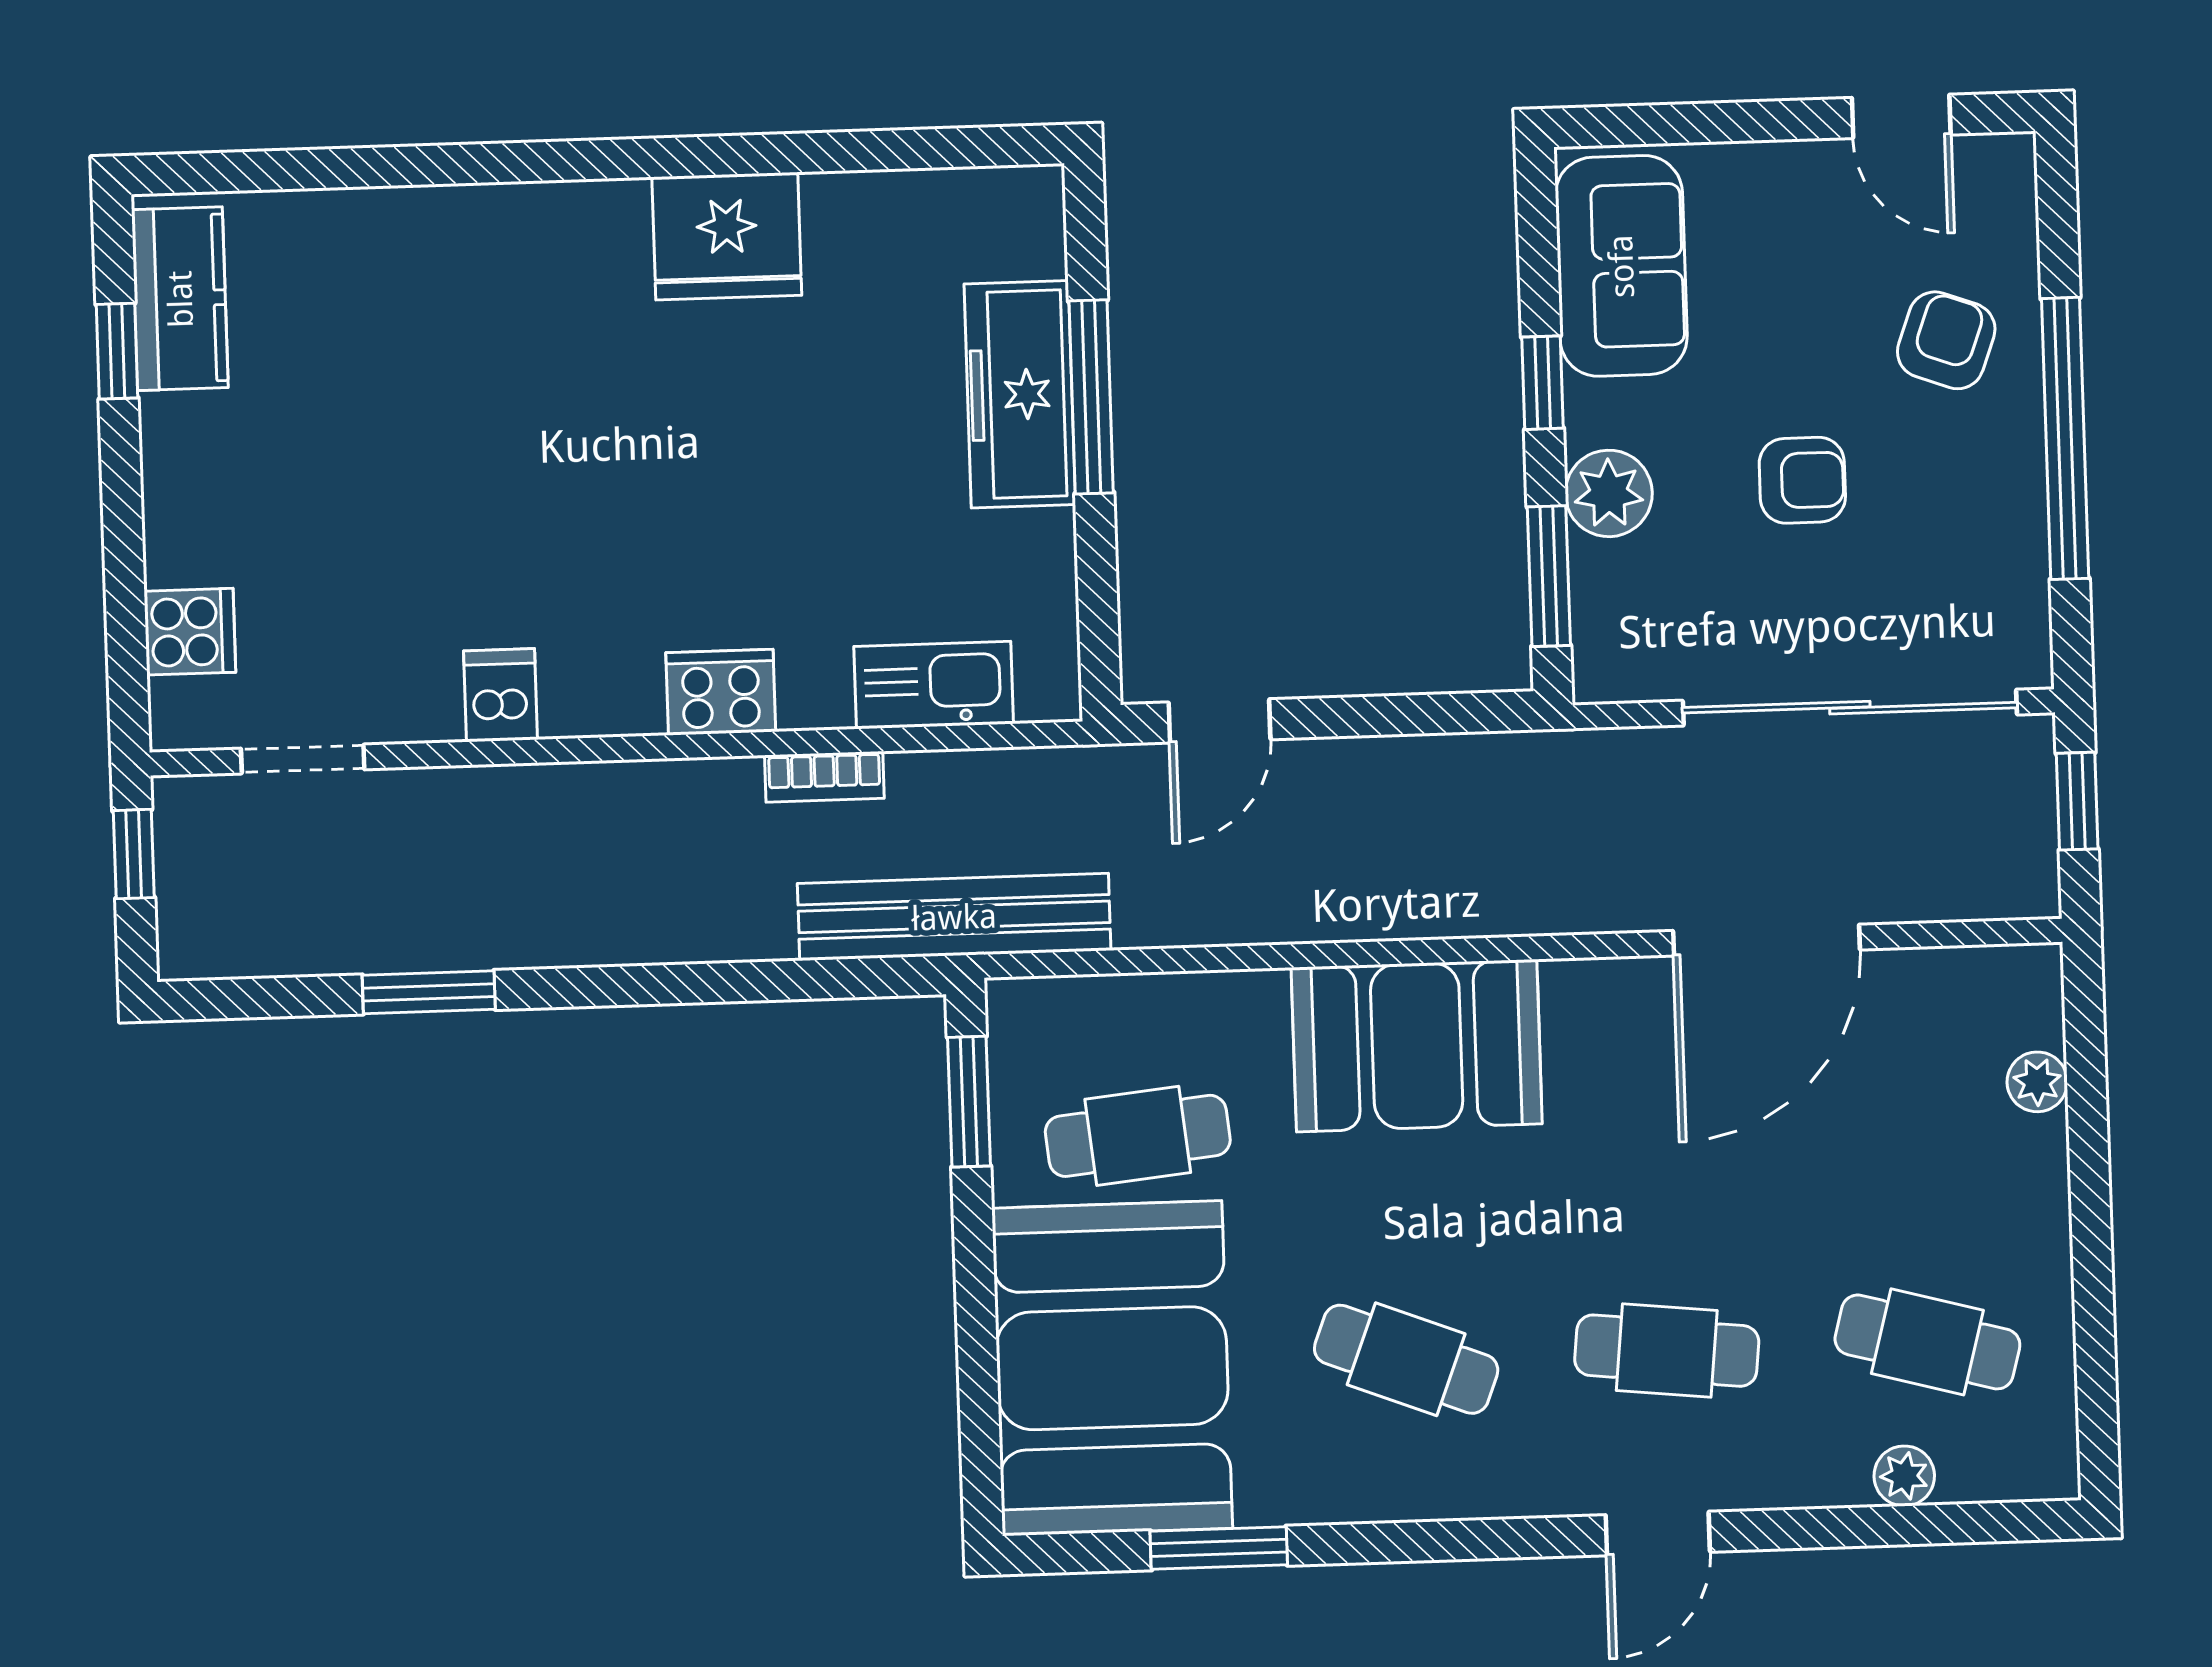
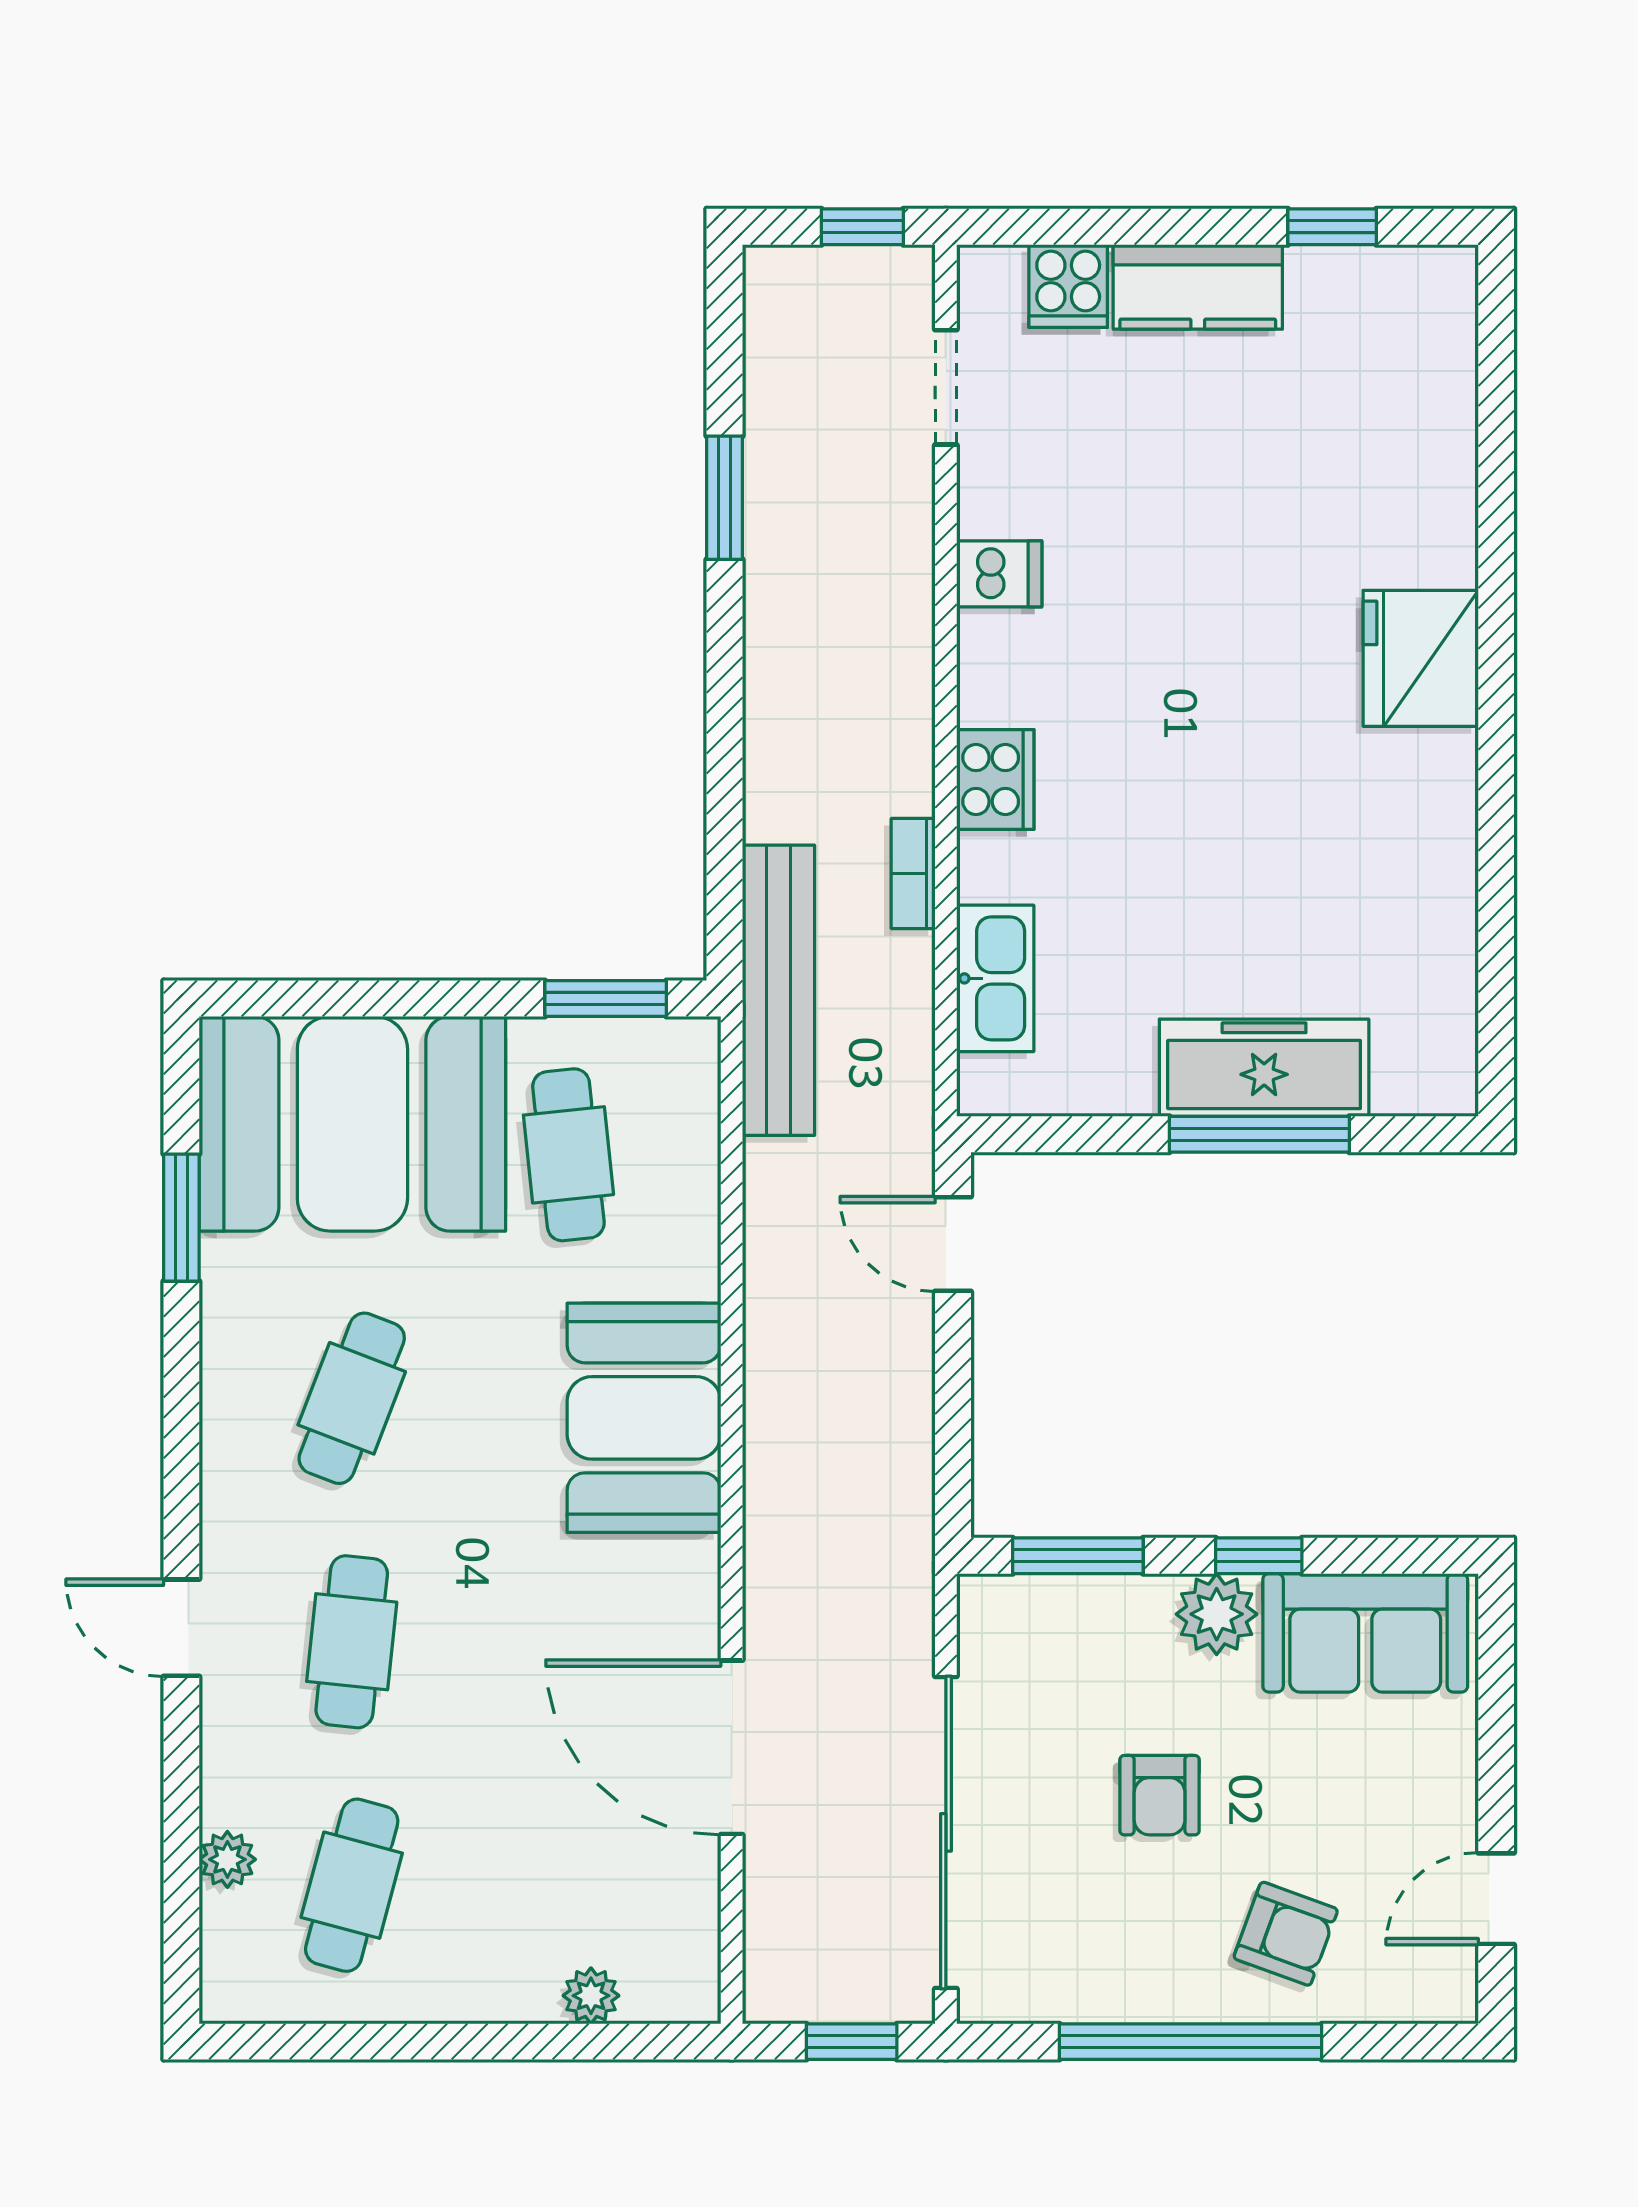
fridge: (727, 236) -> (1421, 658), moved
kitchen counter: (180, 299) -> (1198, 287), moved
plant: (1609, 493) -> (1217, 1614), moved

